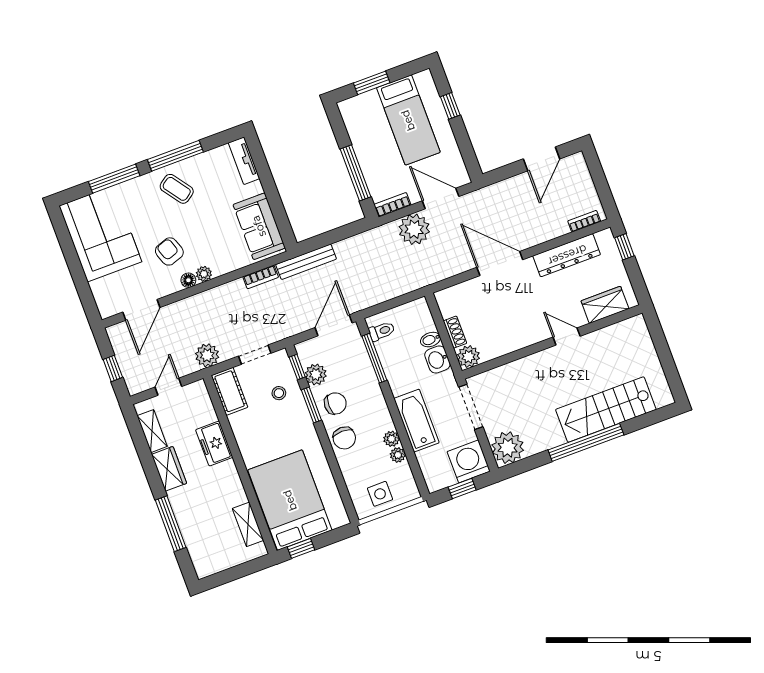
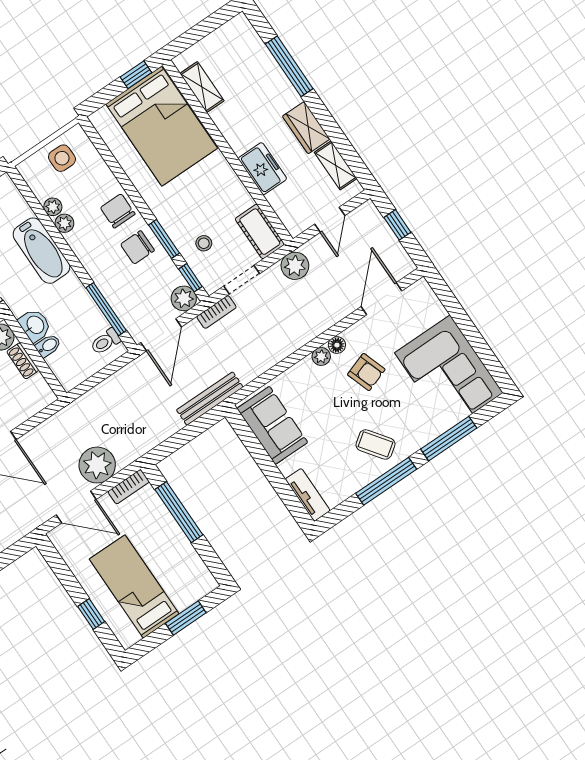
bookcase: (261, 277) -> (217, 312), moved, turned 180
plant: (316, 374) -> (184, 298), moved

